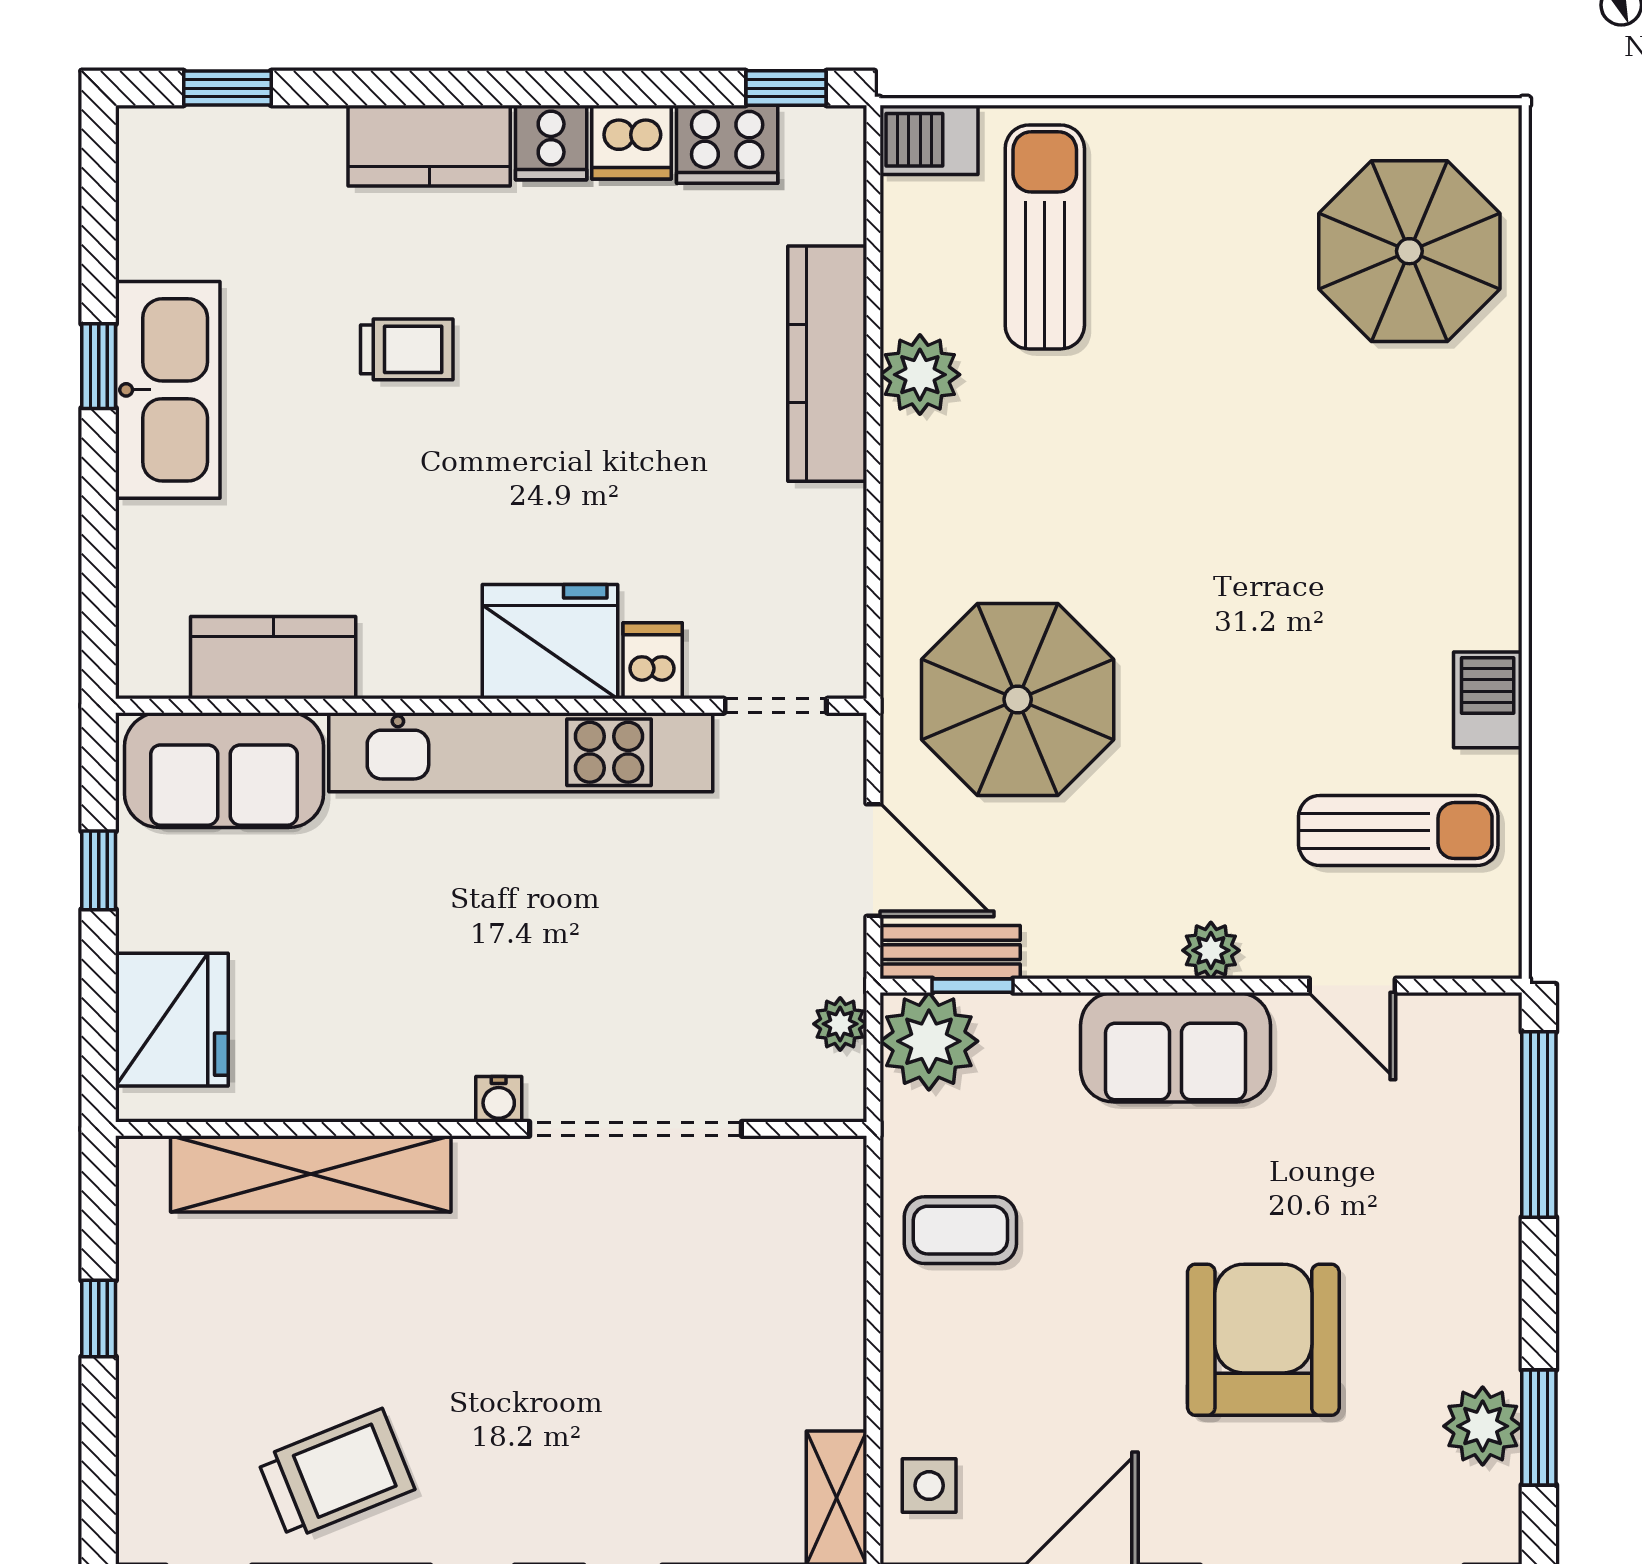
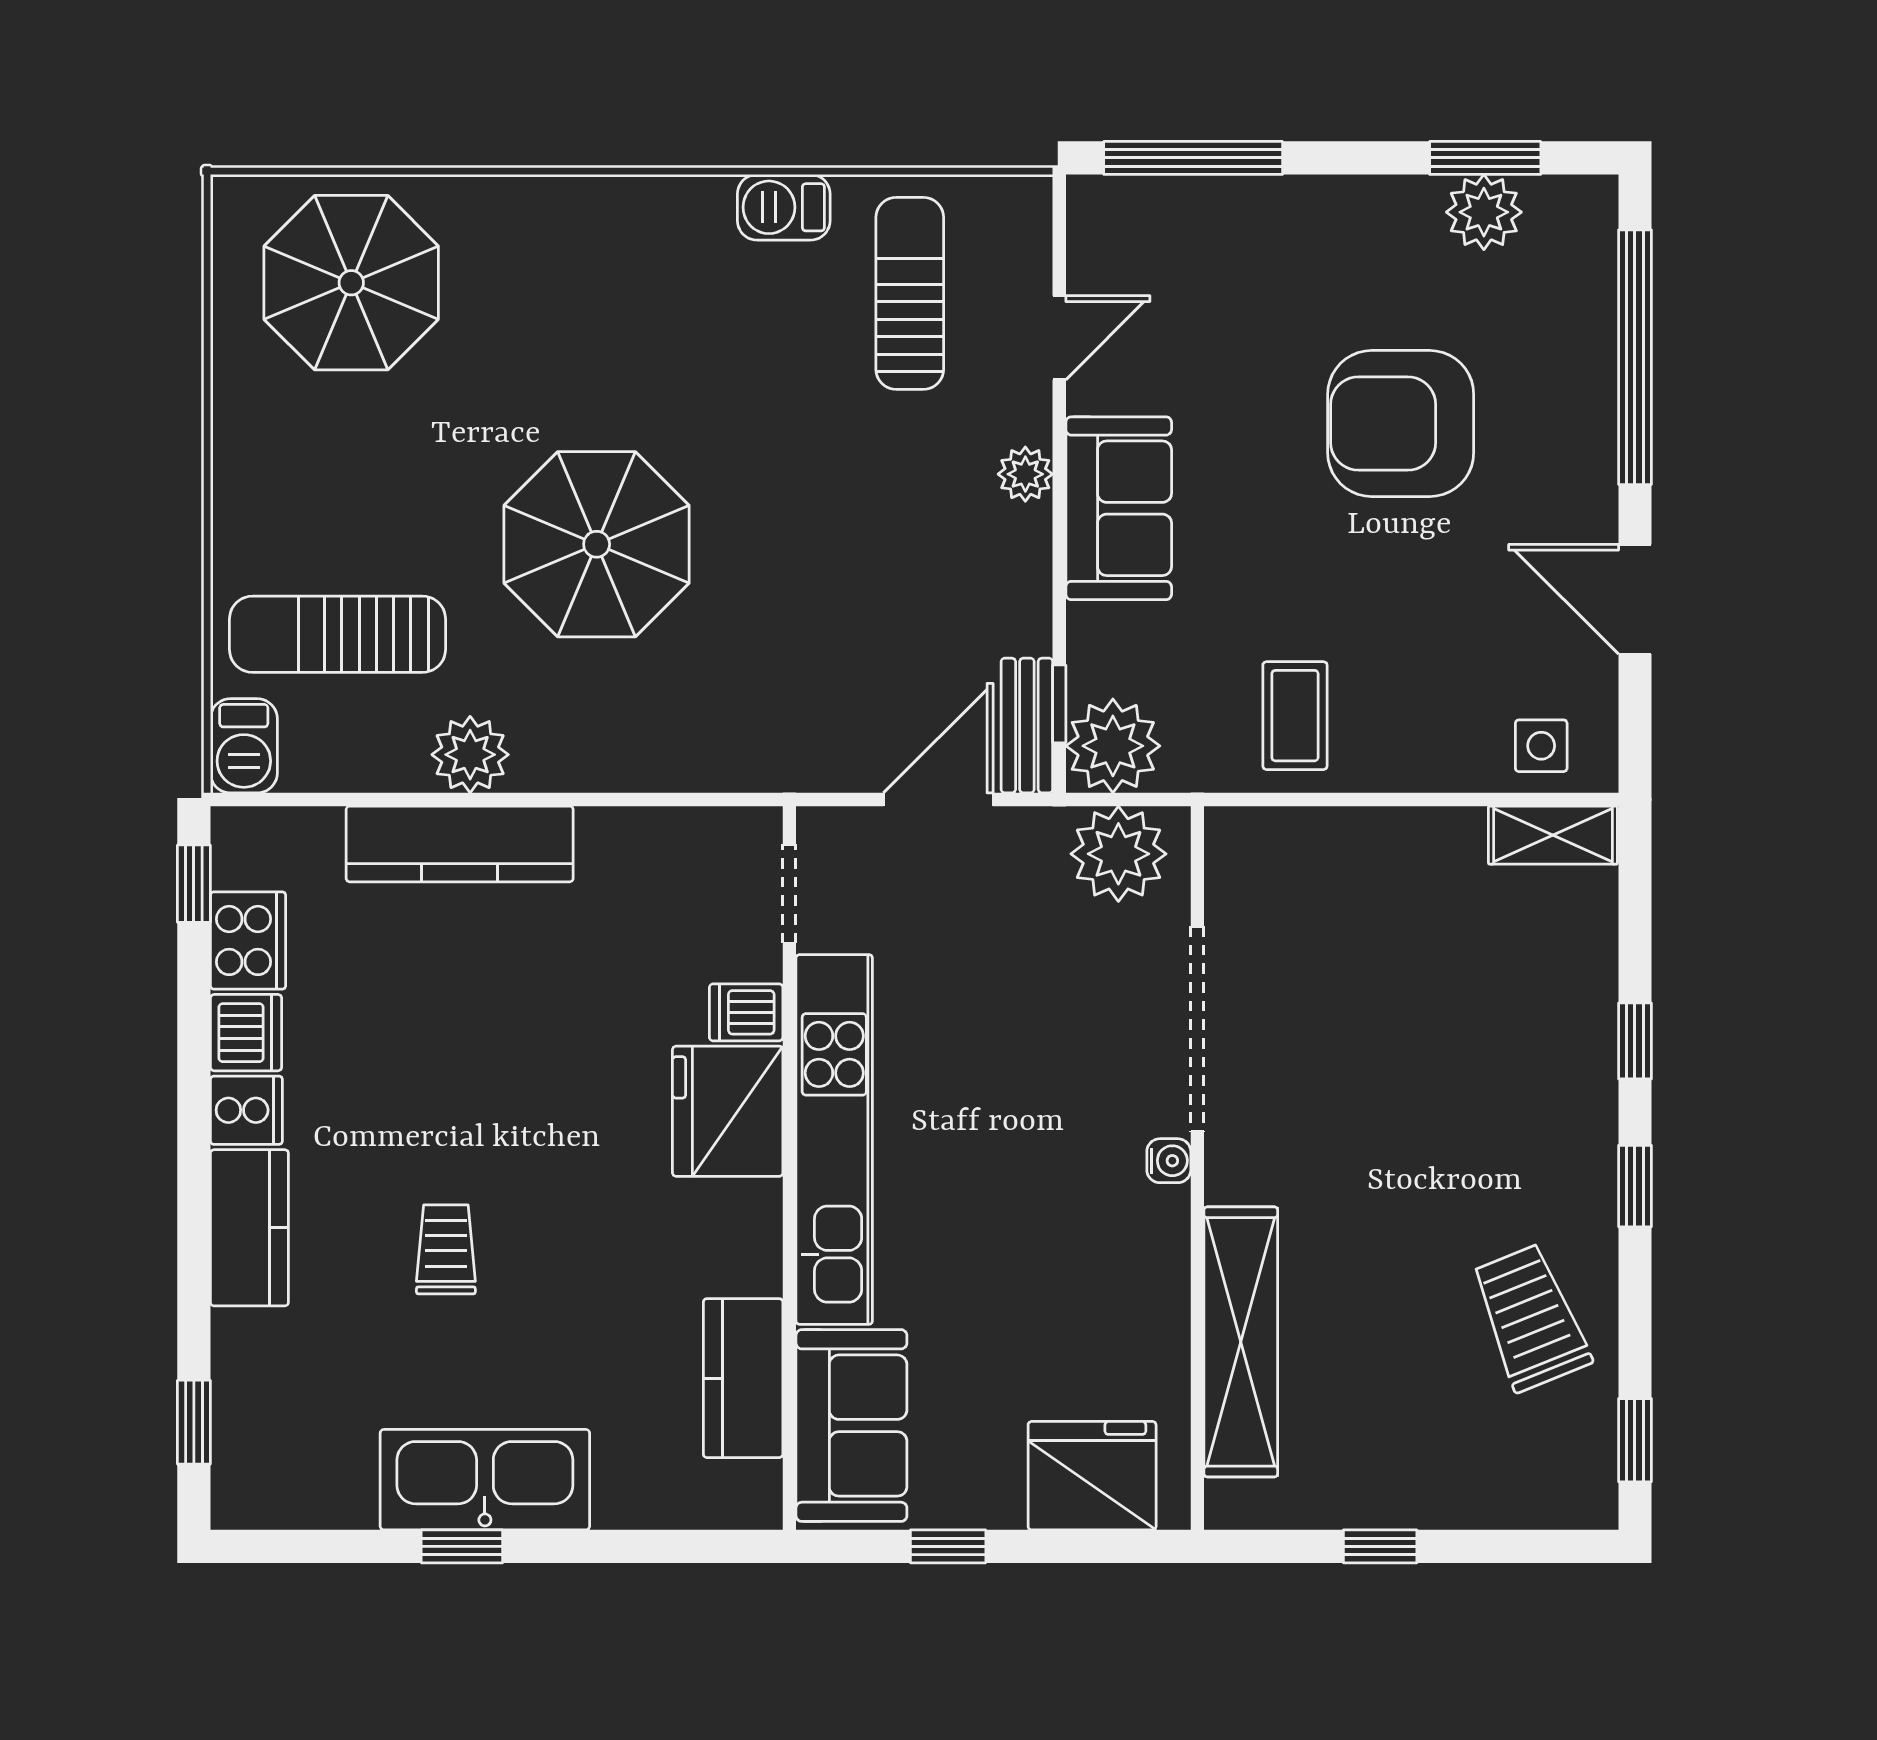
parasol: (1018, 699) -> (597, 544), moved
plant: (840, 1024) -> (1118, 854), width x1.88, depth x1.88

